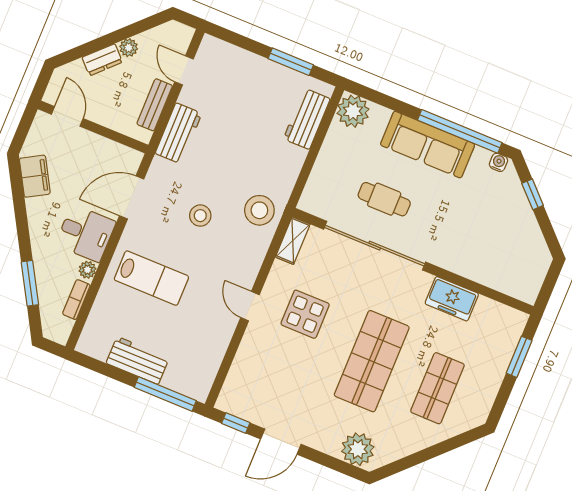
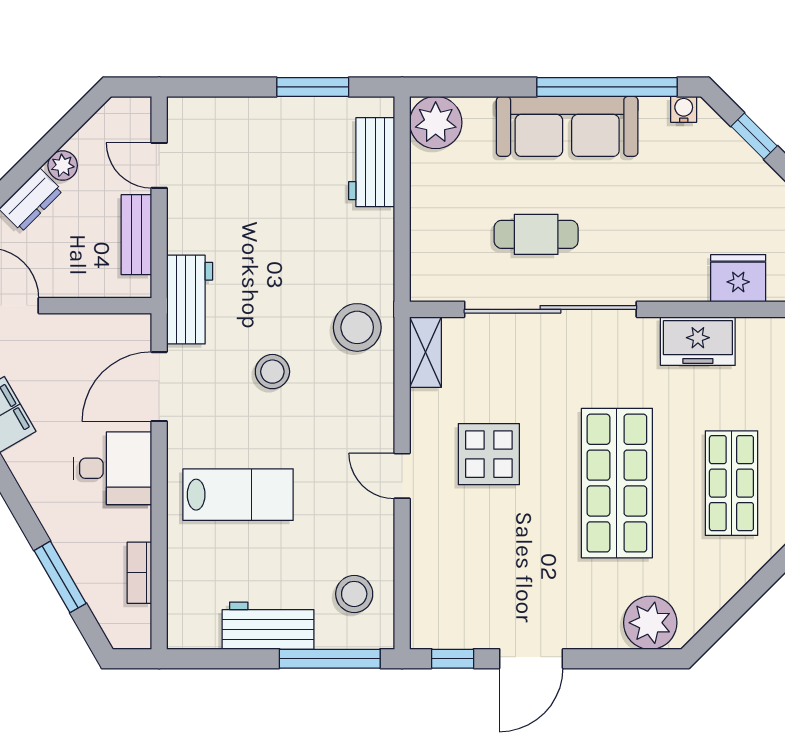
workbench: (179, 133) -> (190, 300), moved
plant: (87, 270) -> (138, 522), removed
fridge: (490, 272) -> (738, 278), added
stool: (195, 363) -> (354, 594), added

